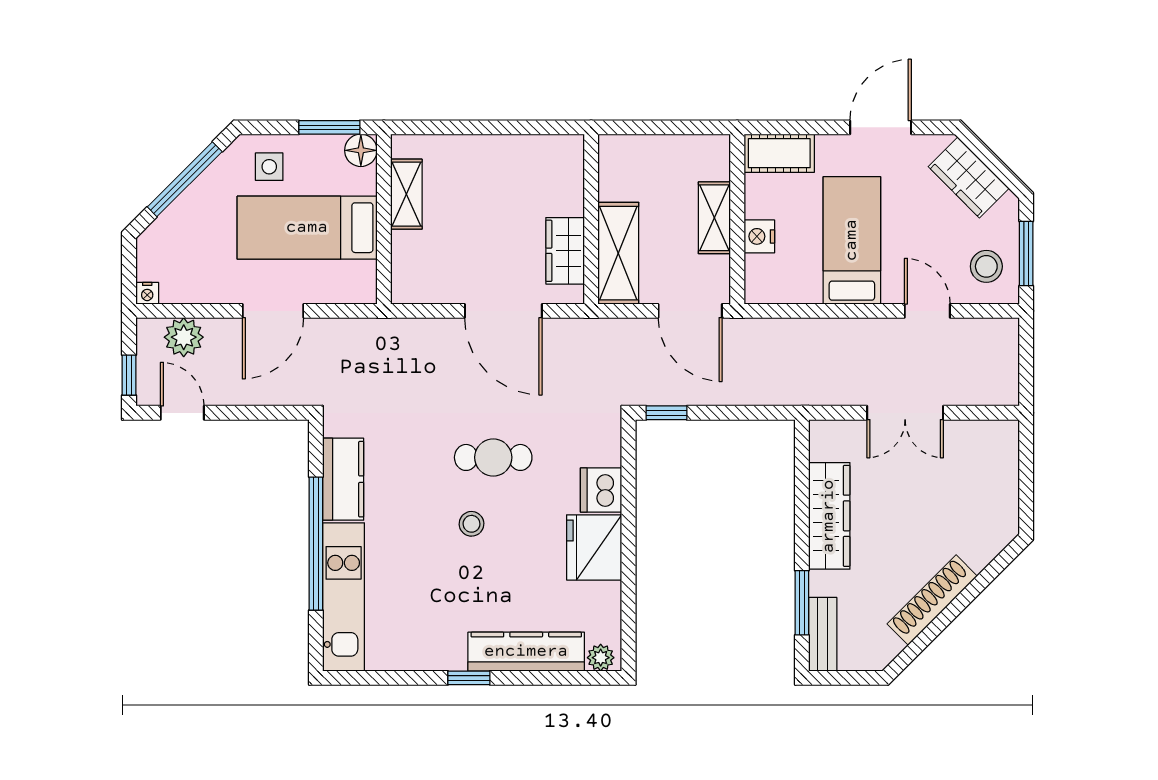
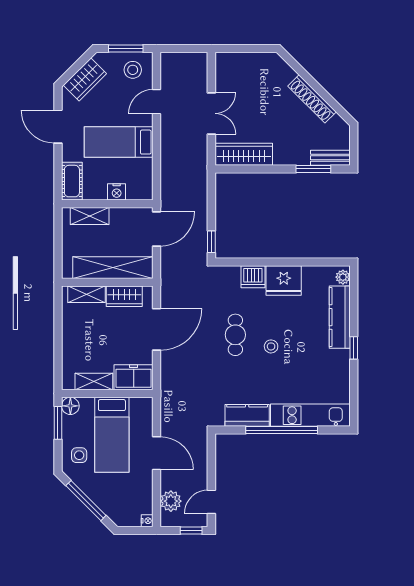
shelving: (569, 180) -> (86, 294), added
shelving: (714, 218) -> (90, 216), moved
shelving: (618, 253) -> (113, 268), width x1.47
freezer: (414, 268) -> (134, 377), added
wardrobe: (829, 516) -> (244, 154), moved

